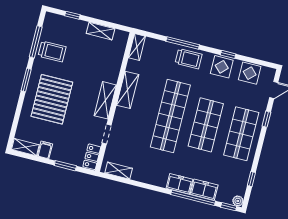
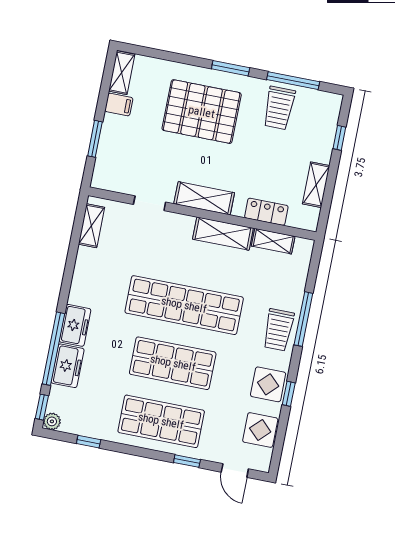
shelving: (137, 47) -> (273, 241), moved
locker: (92, 157) -> (266, 212), moved

